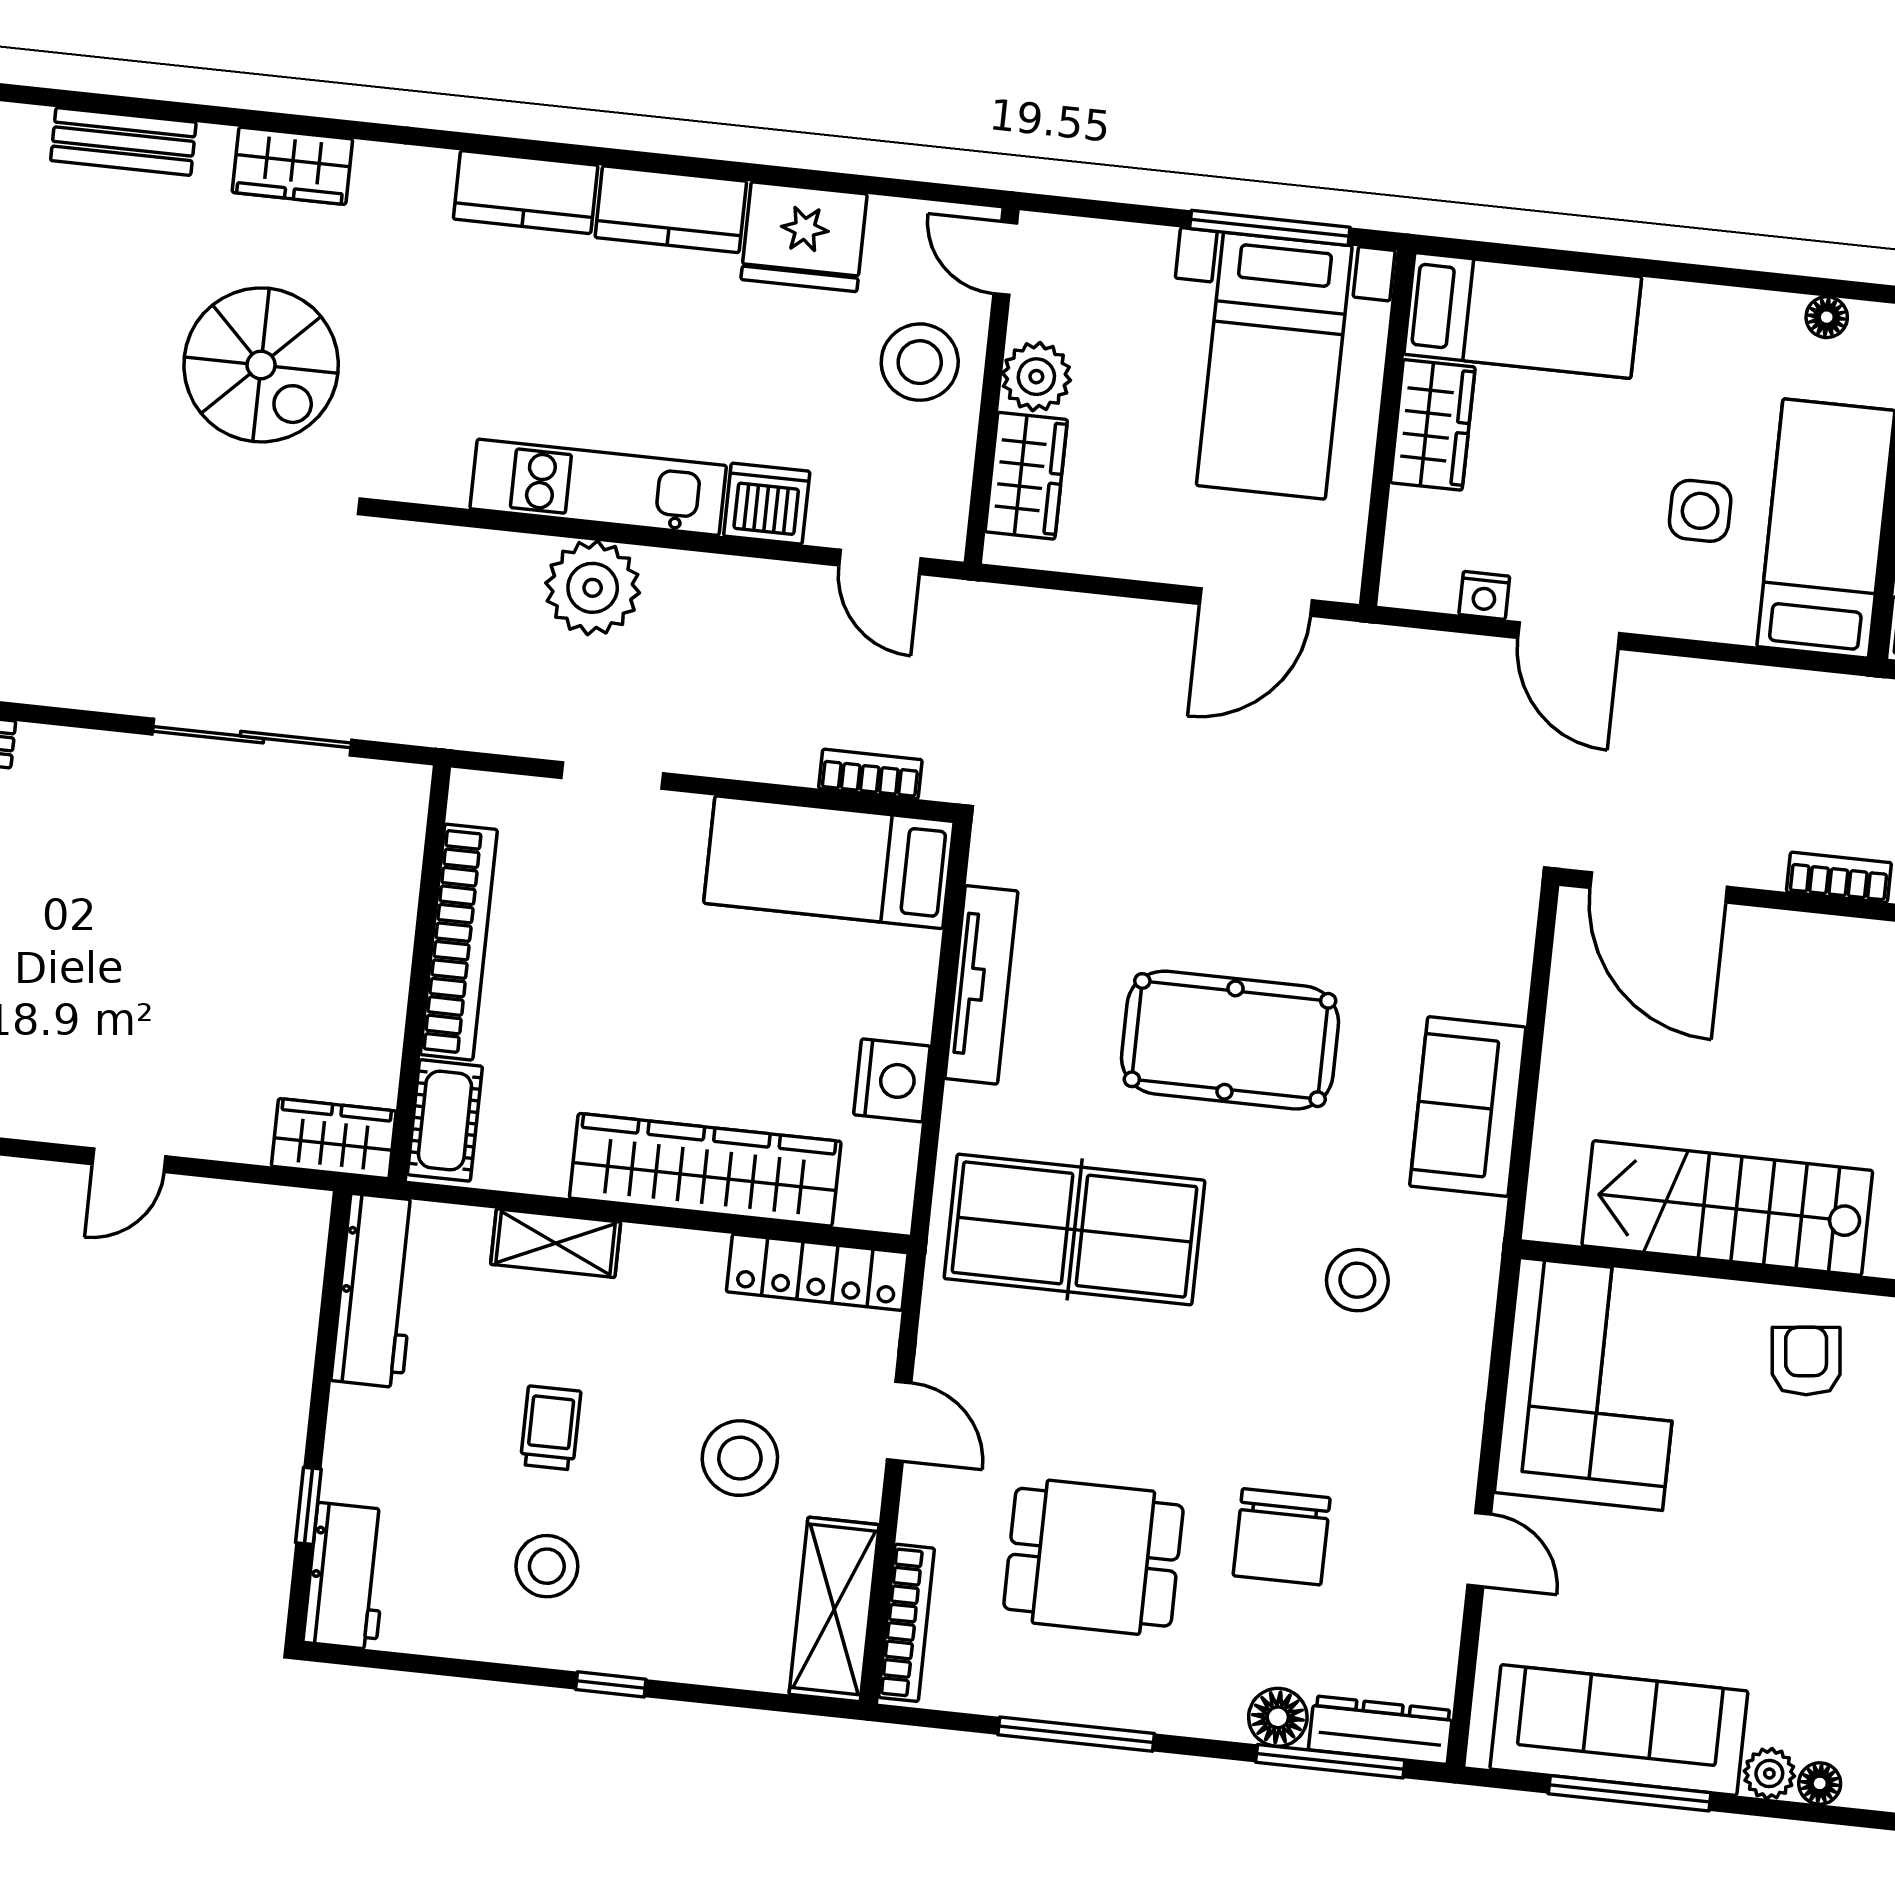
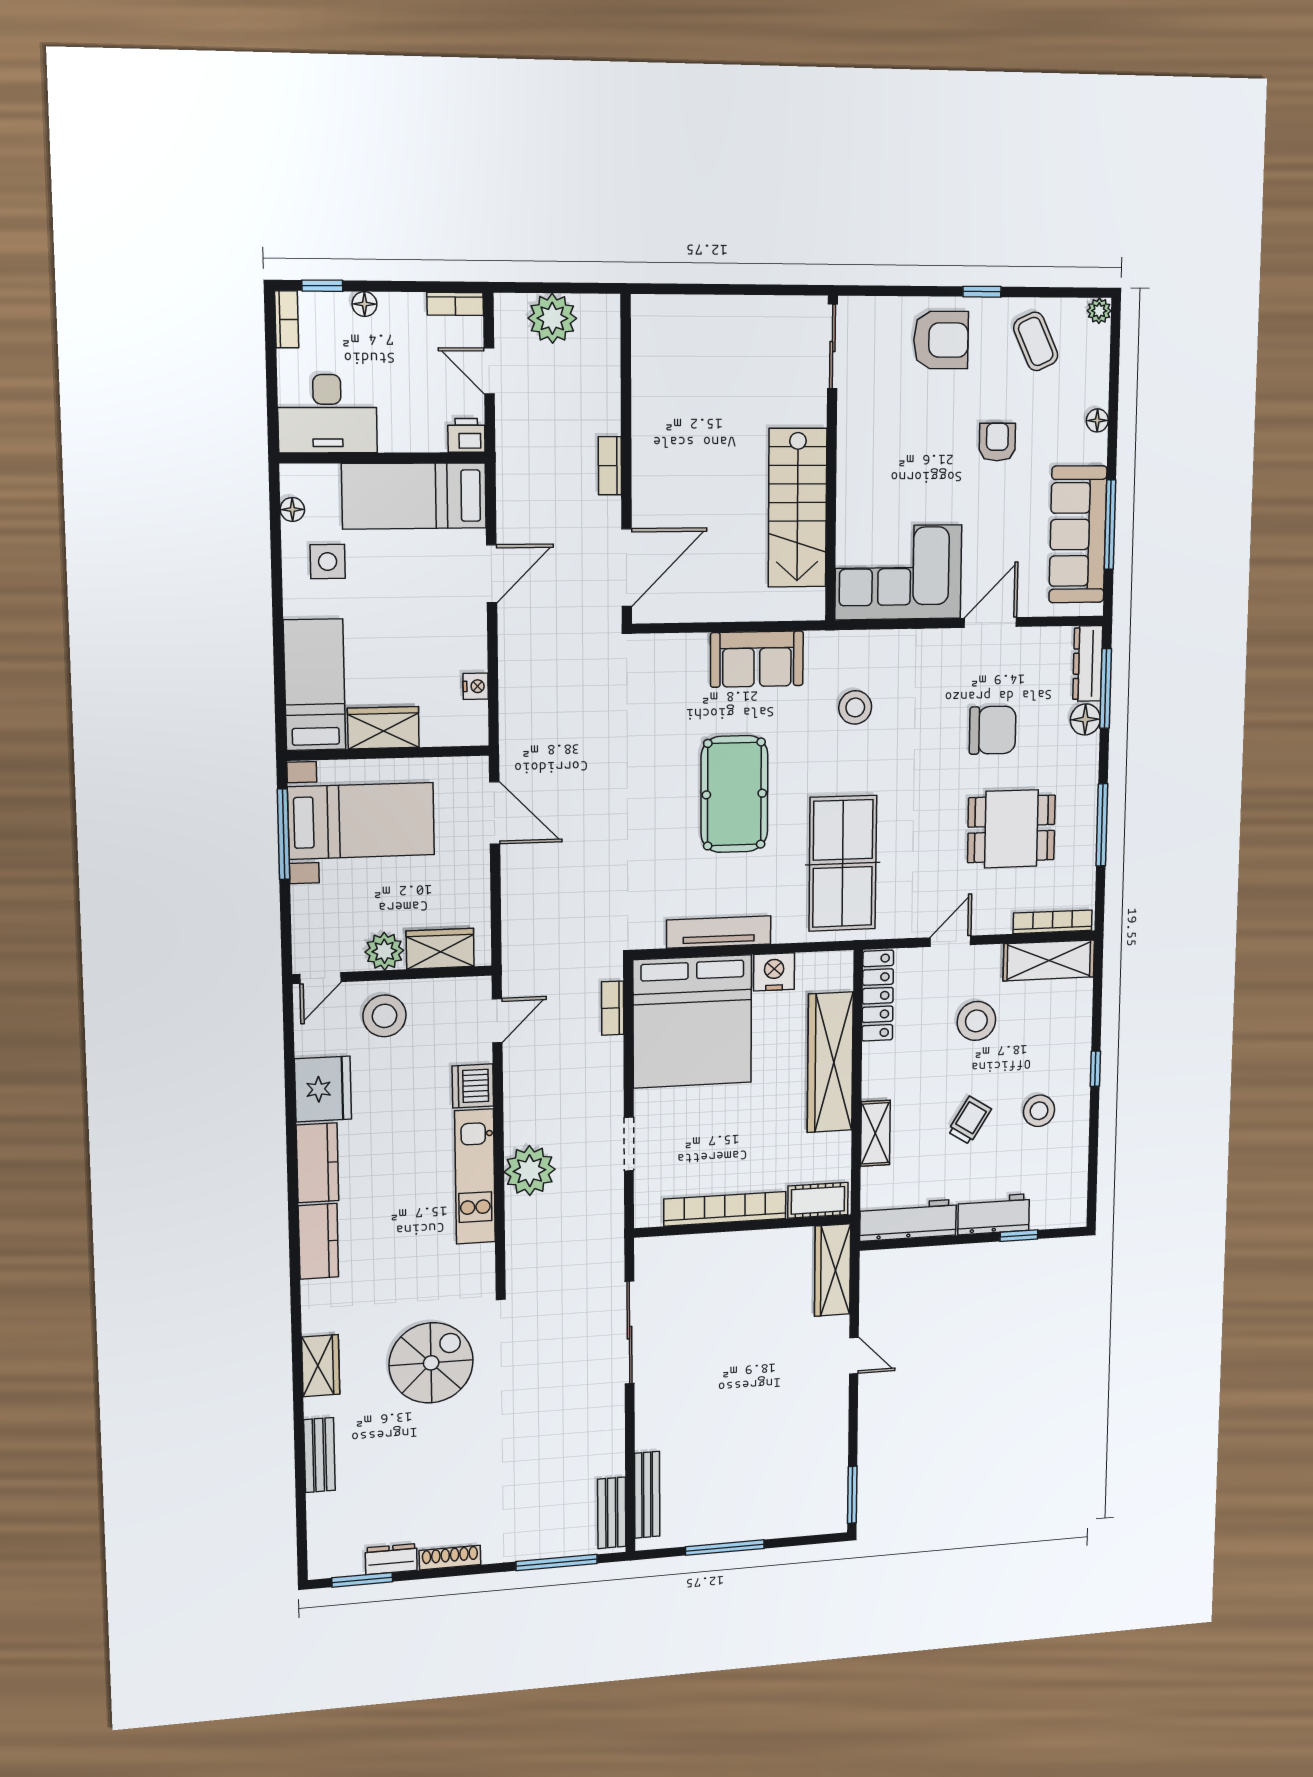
side table: (1700, 511) -> (328, 562), moved
door: (1569, 635) -> (492, 574), moved
bed: (829, 862) -> (692, 1021), width x2.04
wardrobe: (334, 1139) -> (833, 1270), width x1.50
armchair: (1806, 1361) -> (997, 442), moved, turned 96
trolley: (551, 1428) -> (969, 1120), turned 122
door: (1479, 1550) -> (990, 622), width x1.38
dining table: (1093, 1557) -> (1011, 829), turned 90
workbench: (347, 1576) -> (994, 1214), moved
plant: (1769, 1774) -> (1094, 449), removed

